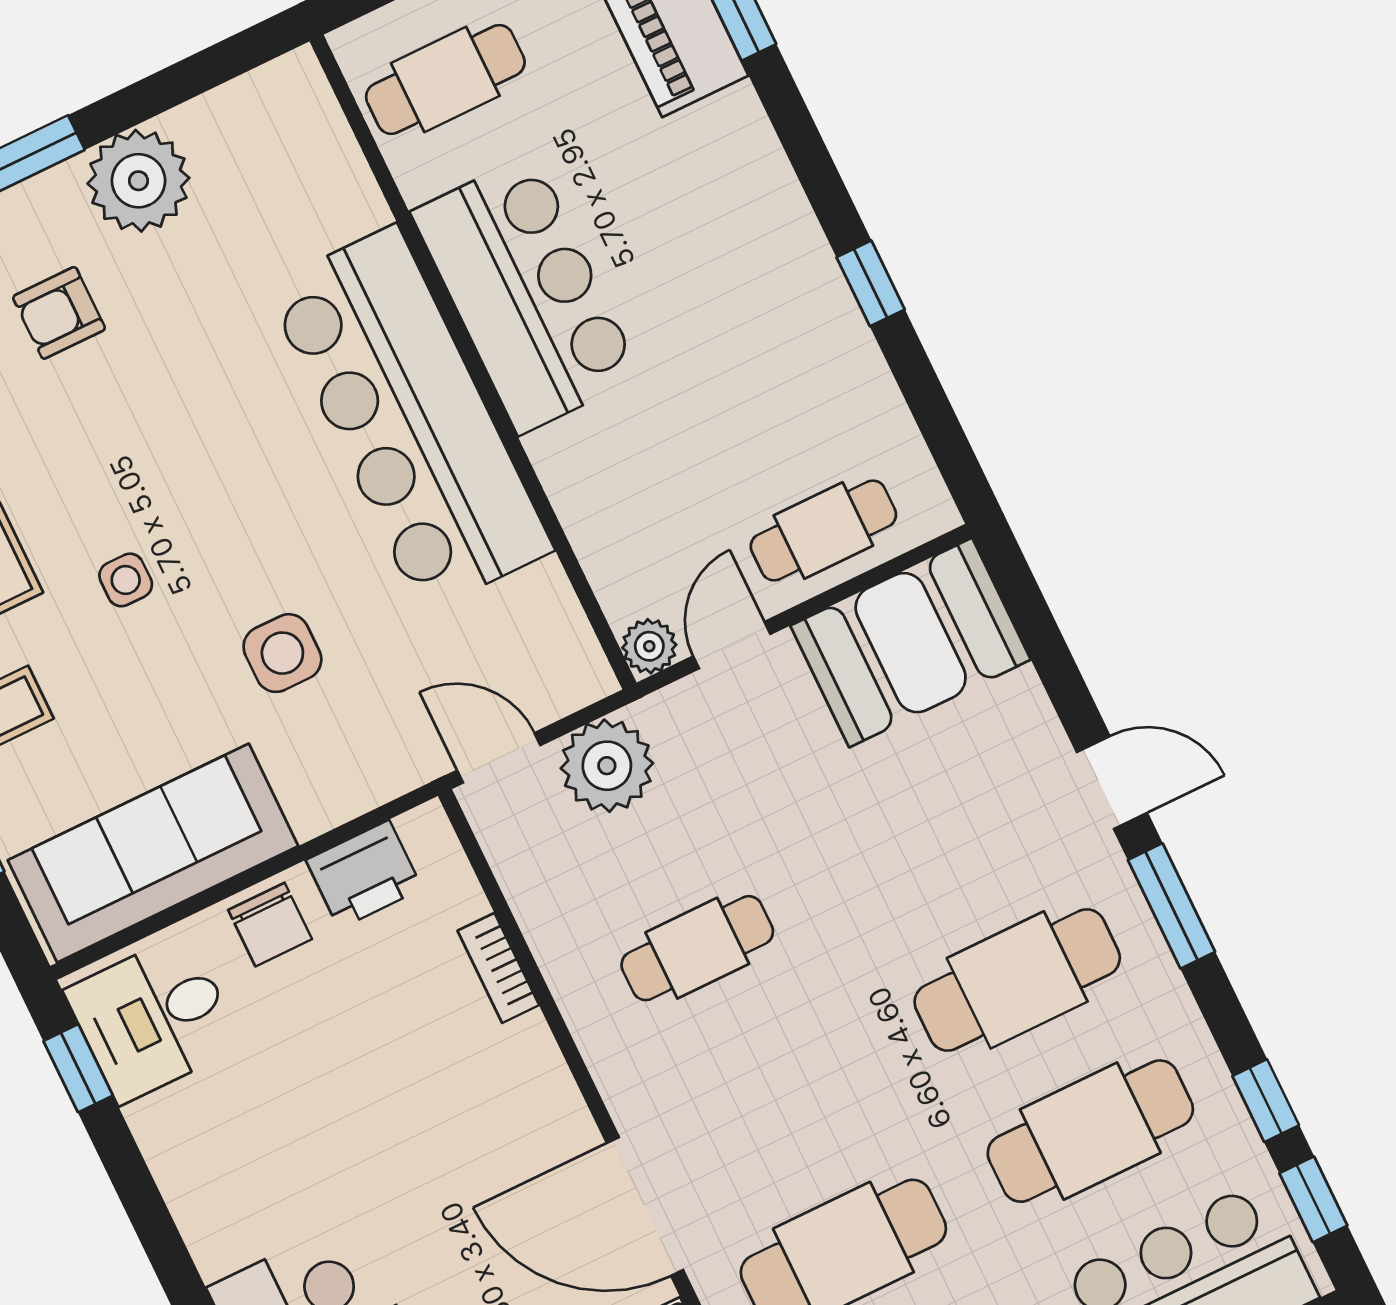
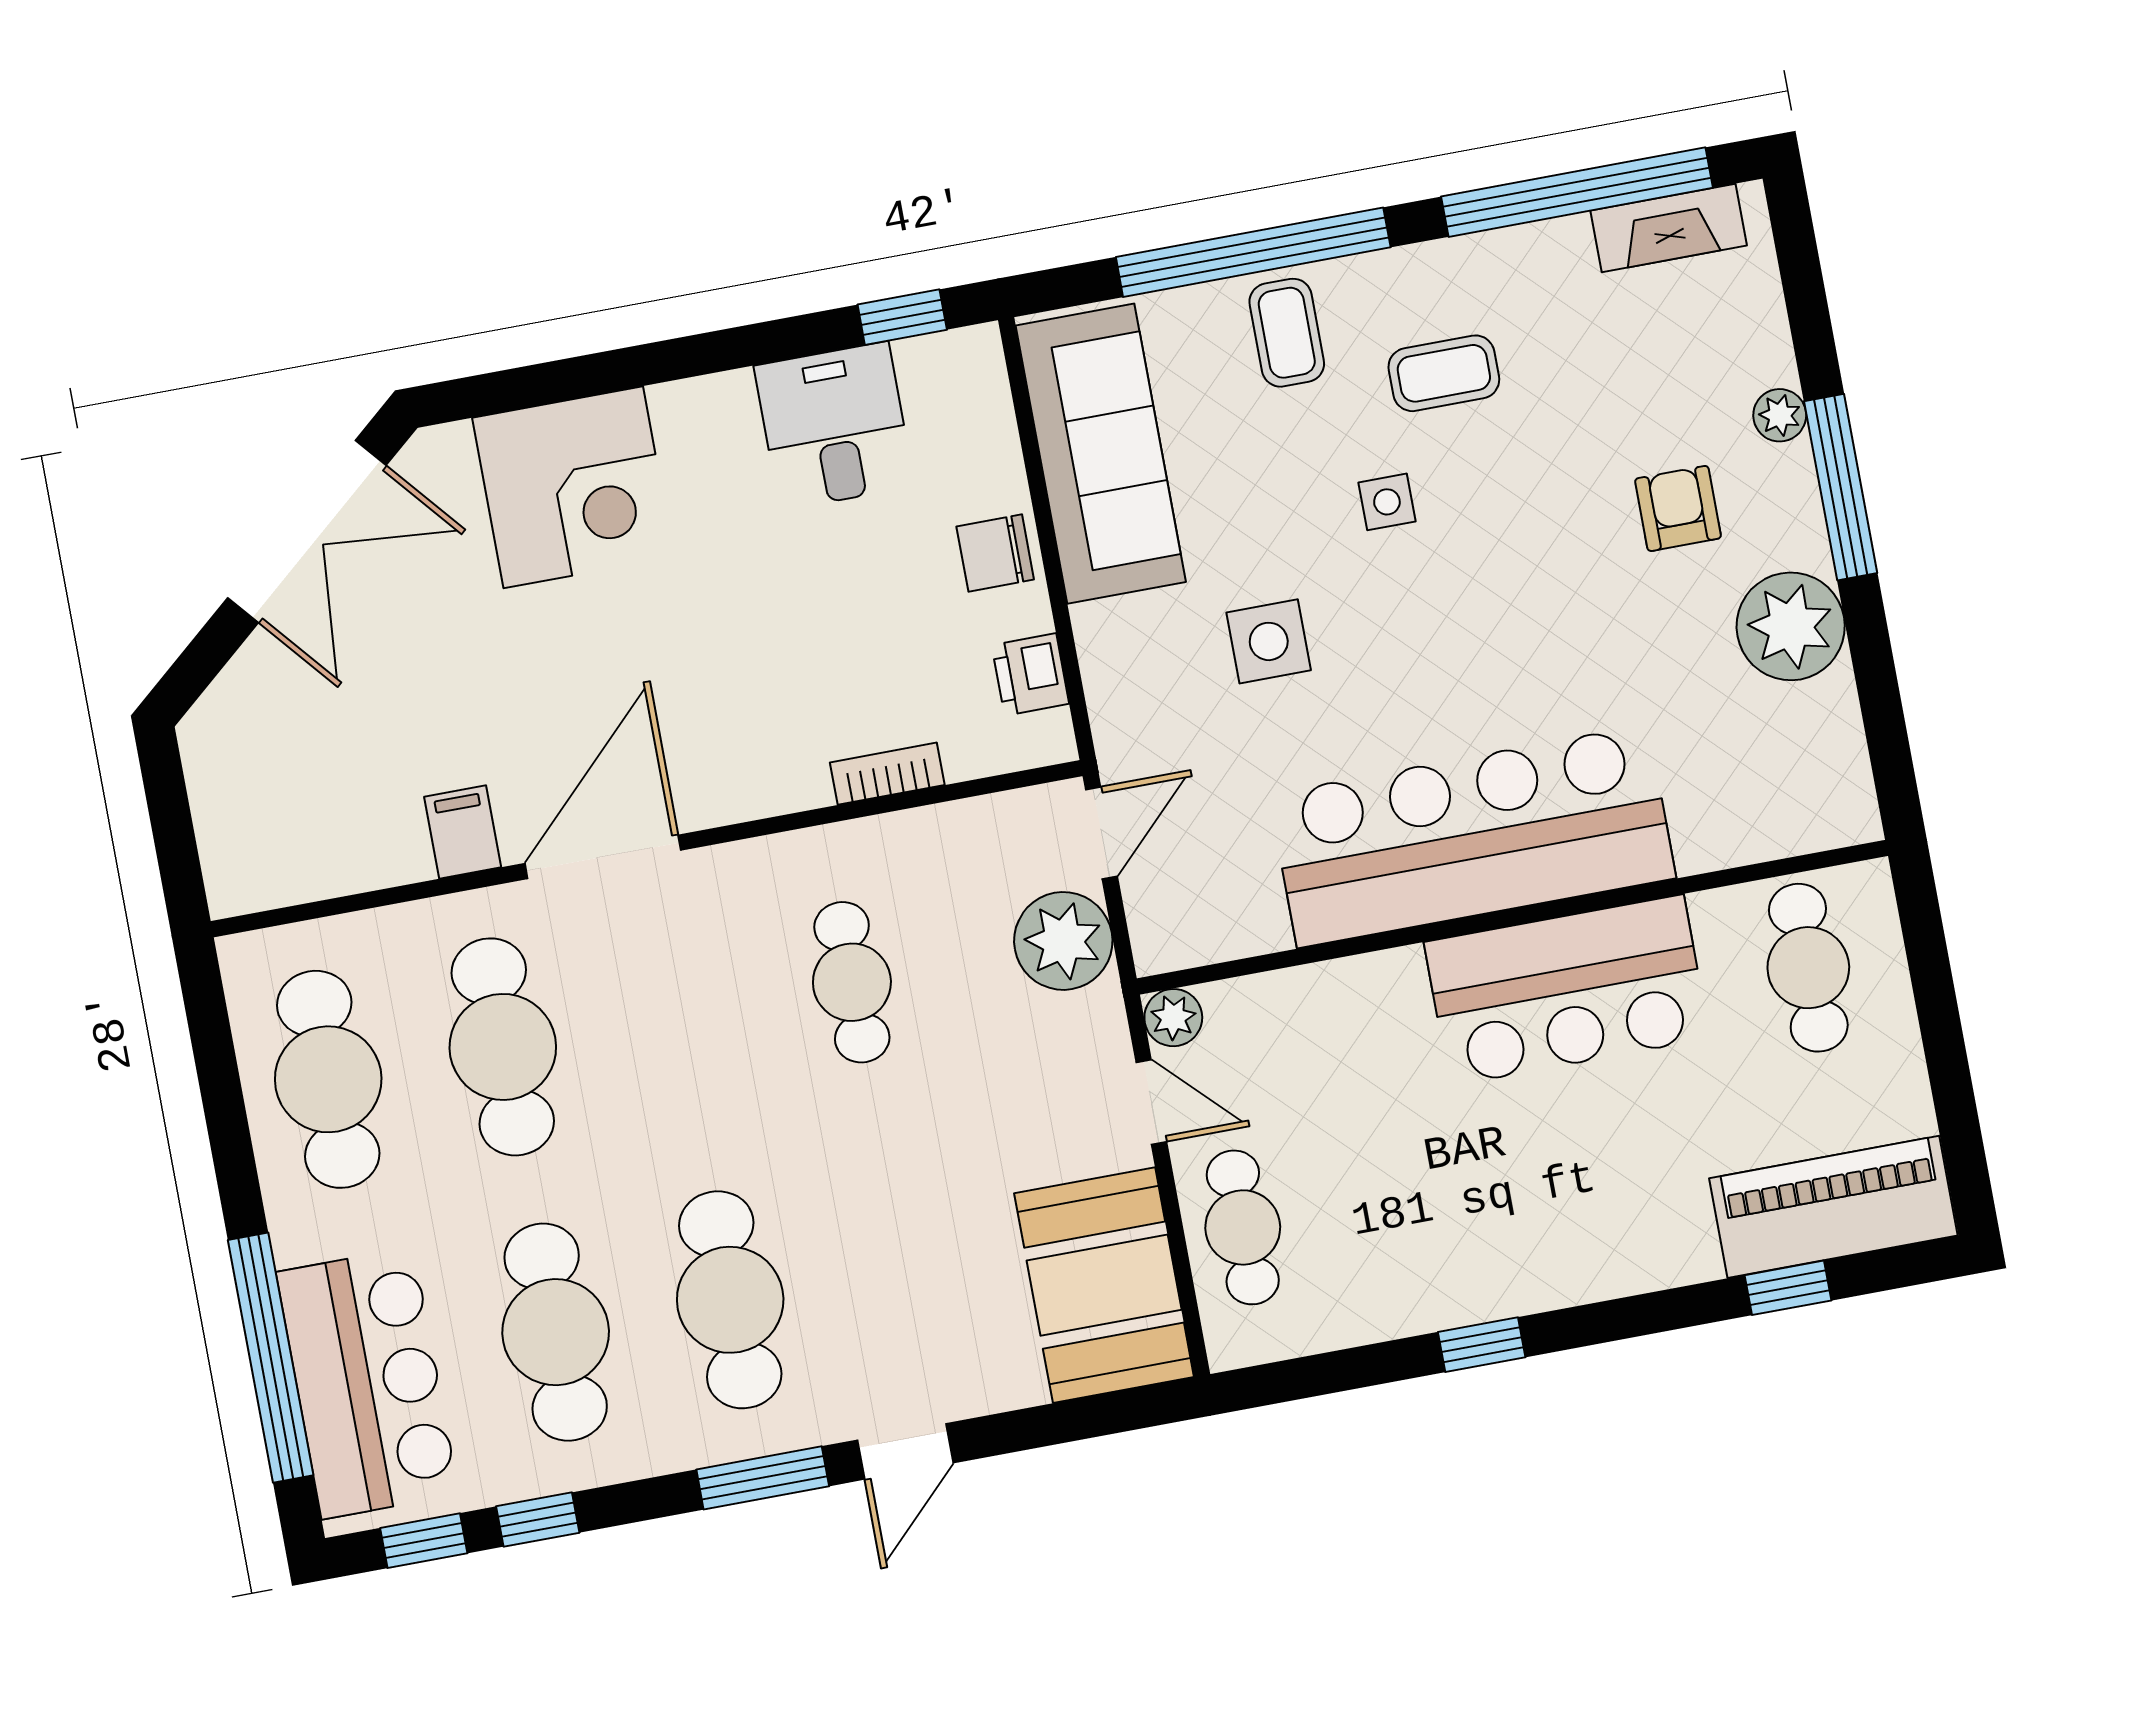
printer: (364, 874) -> (1030, 674), width x0.73, depth x0.81
desk: (153, 1018) -> (834, 426), moved

